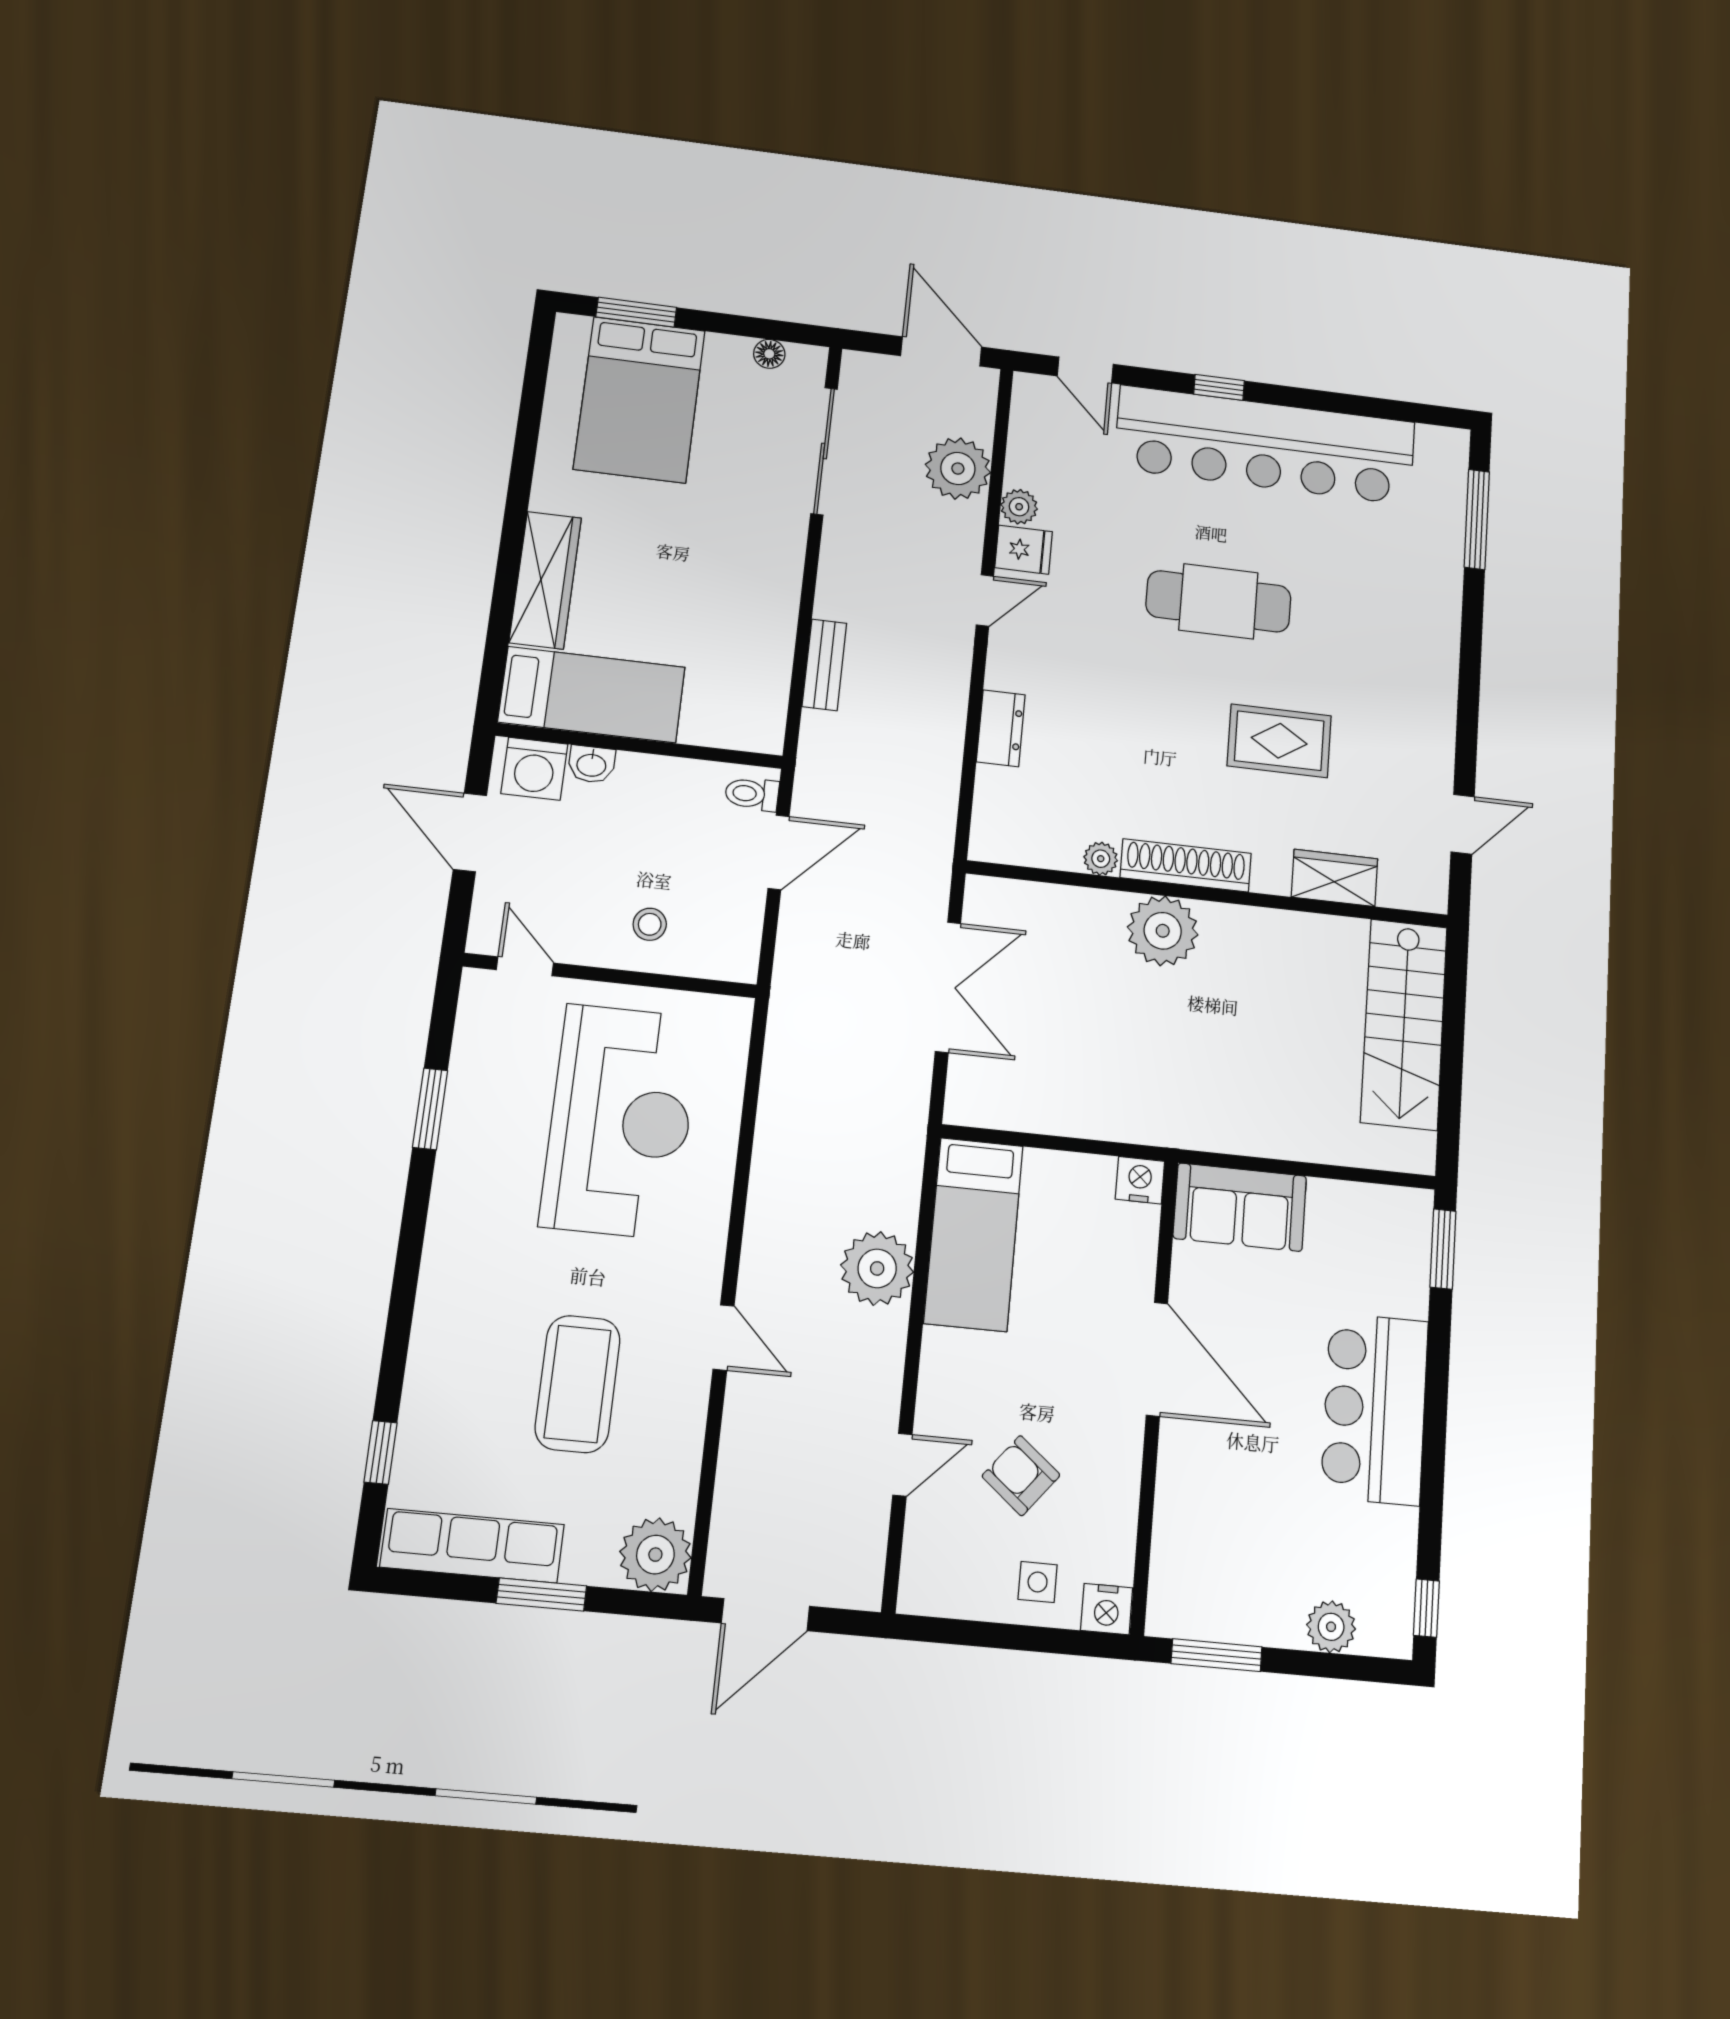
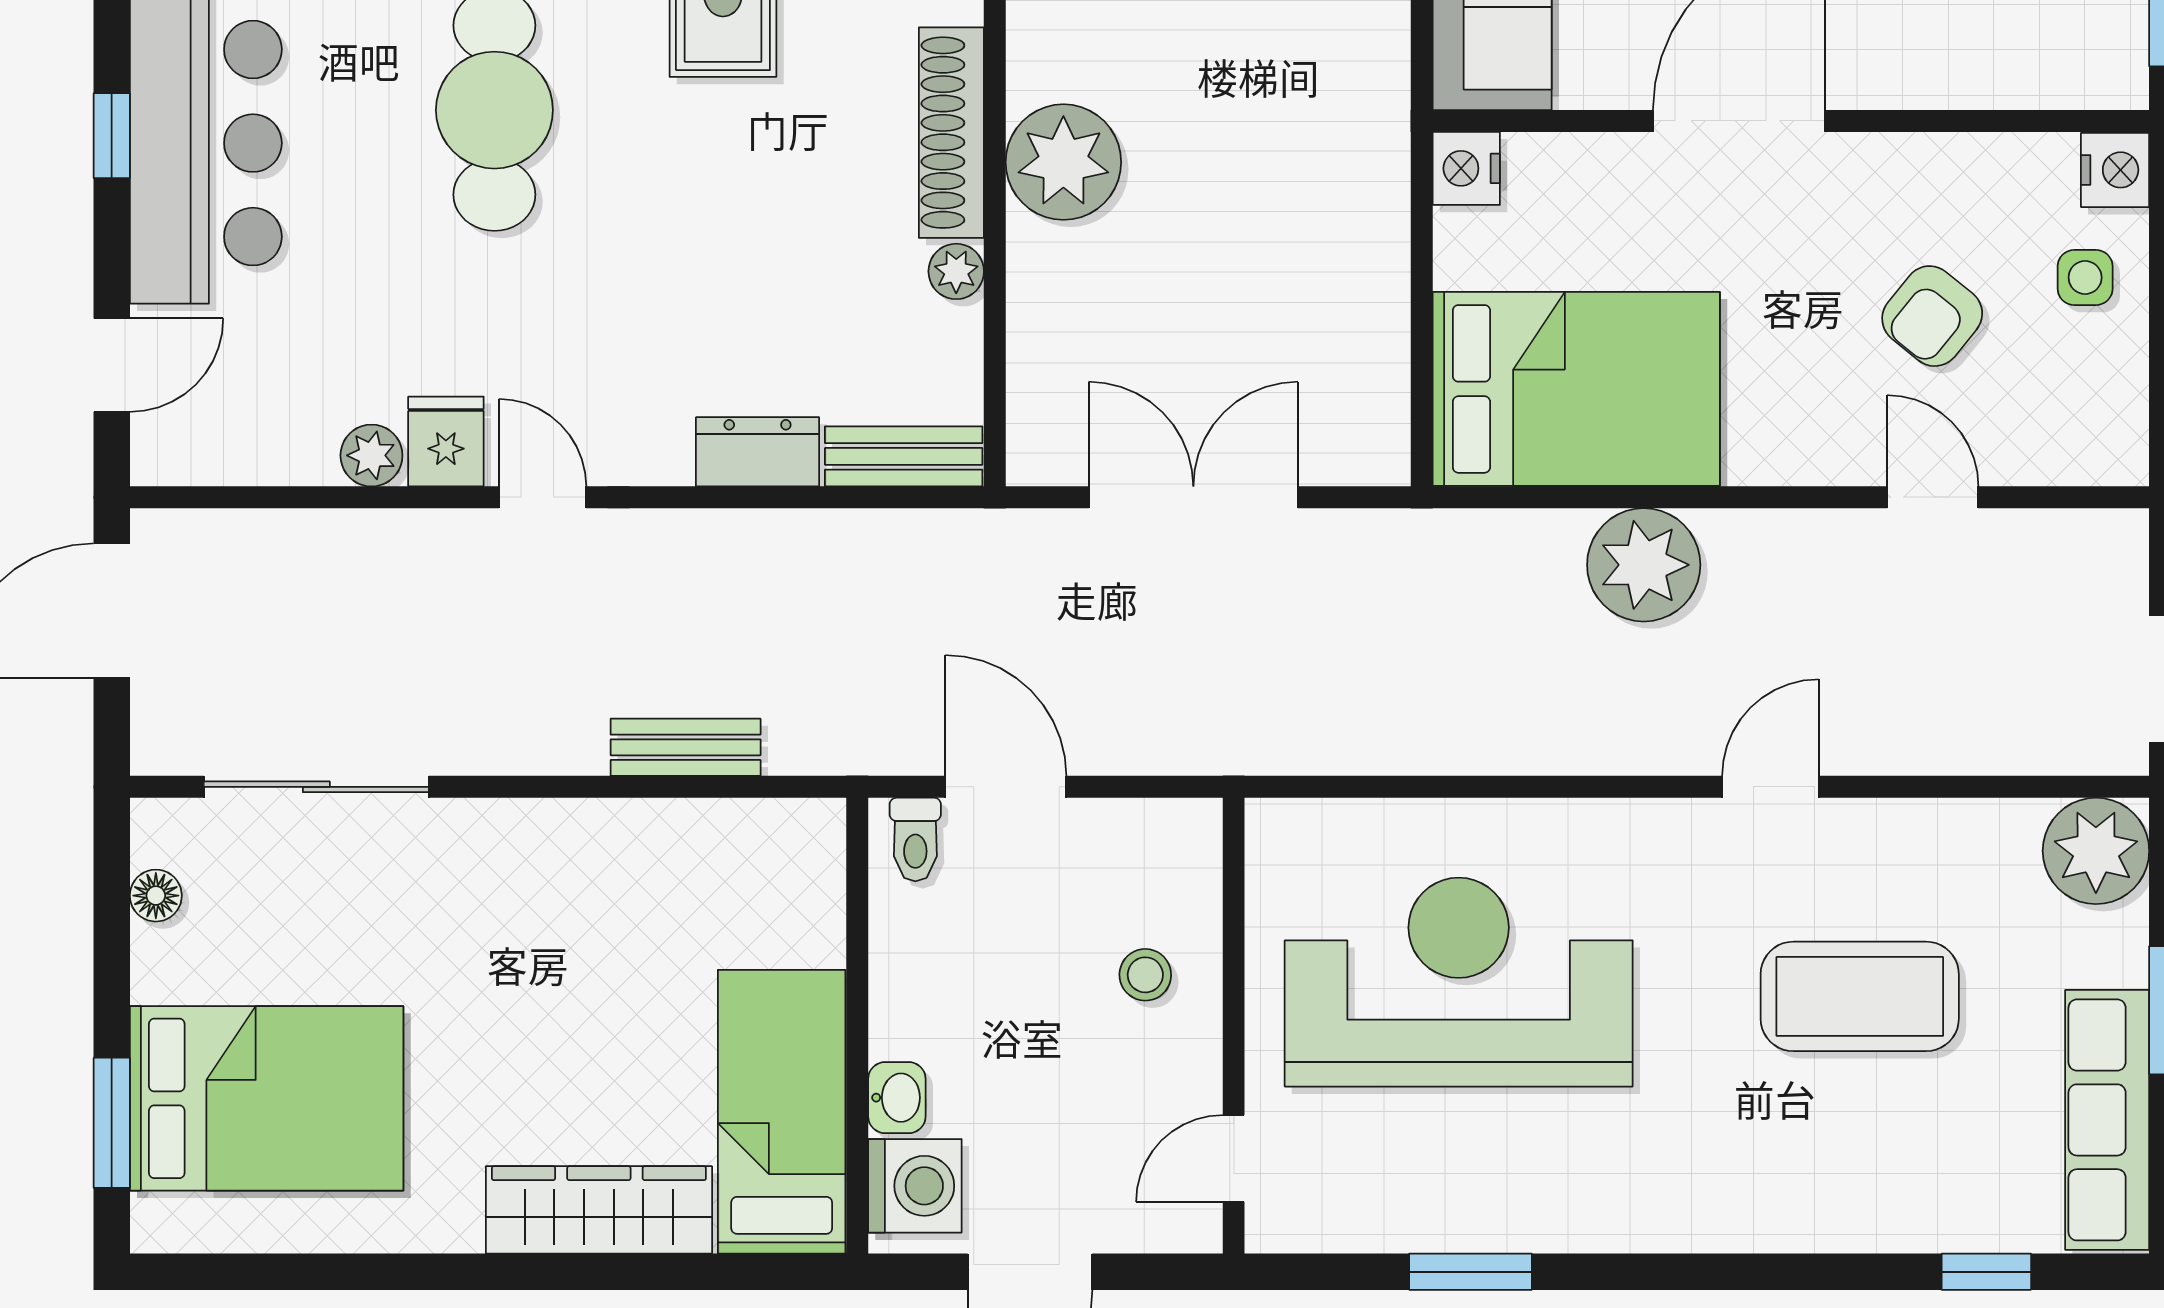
plant: (958, 469) -> (317, 563), removed
bench: (990, 814) -> (904, 456), added
bed: (974, 1234) -> (1576, 389), width x1.50

